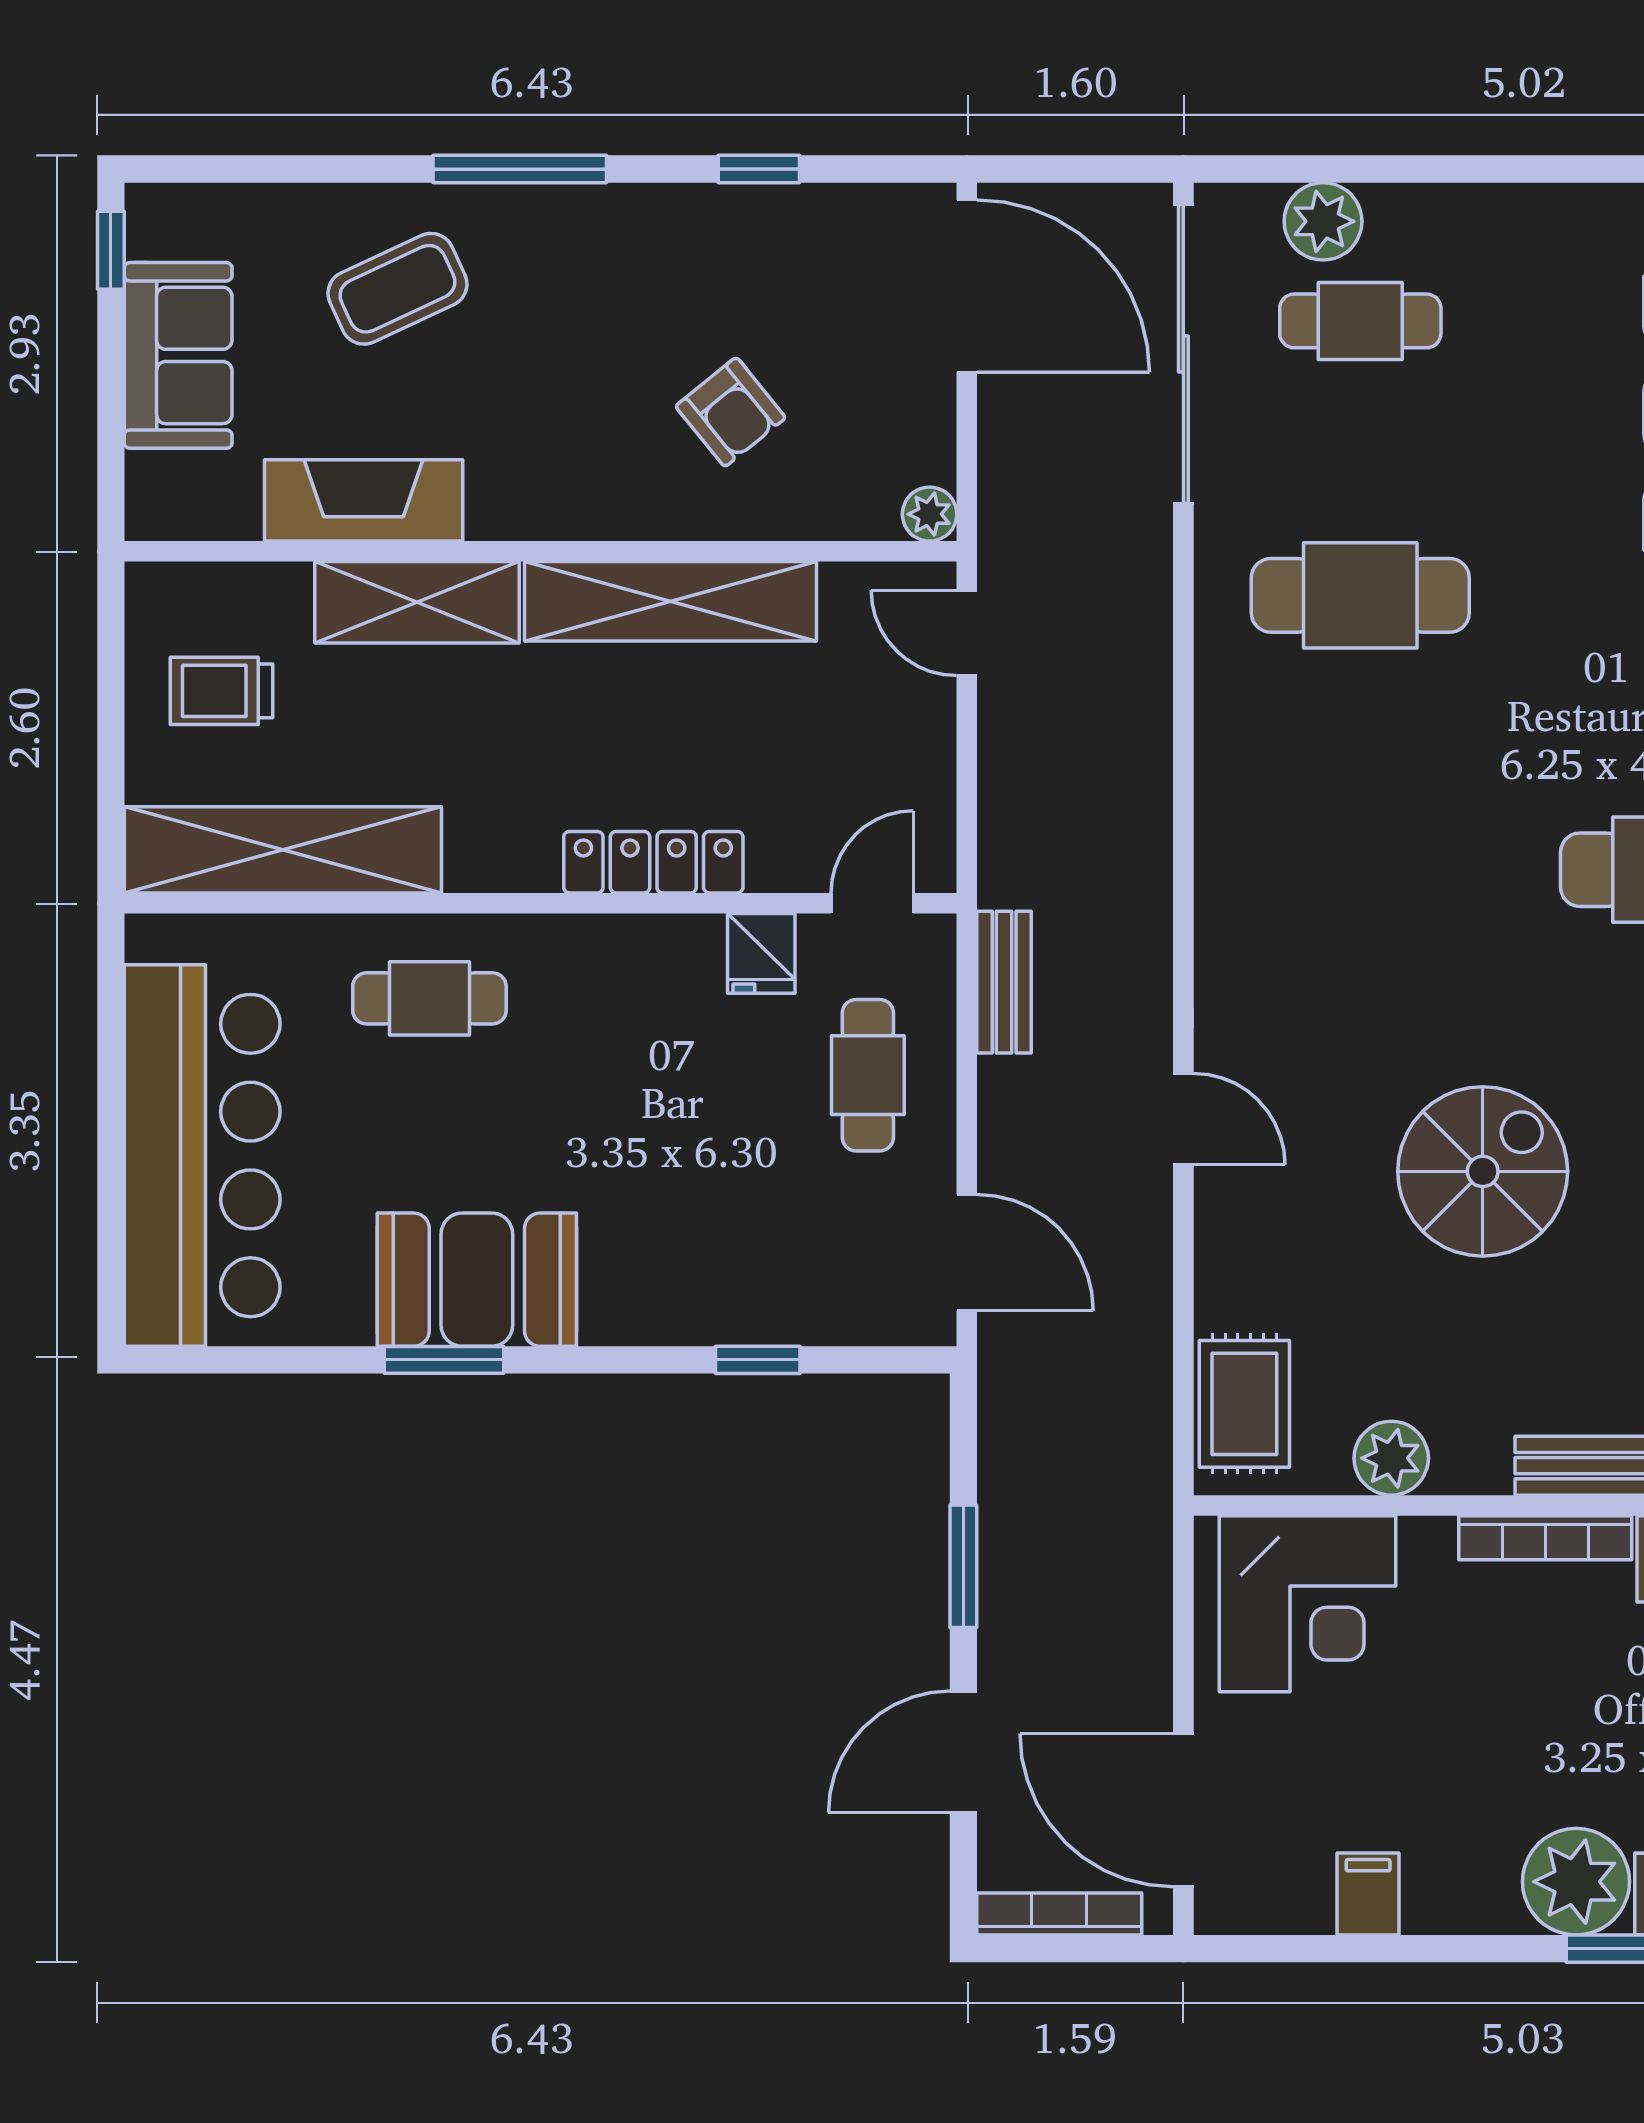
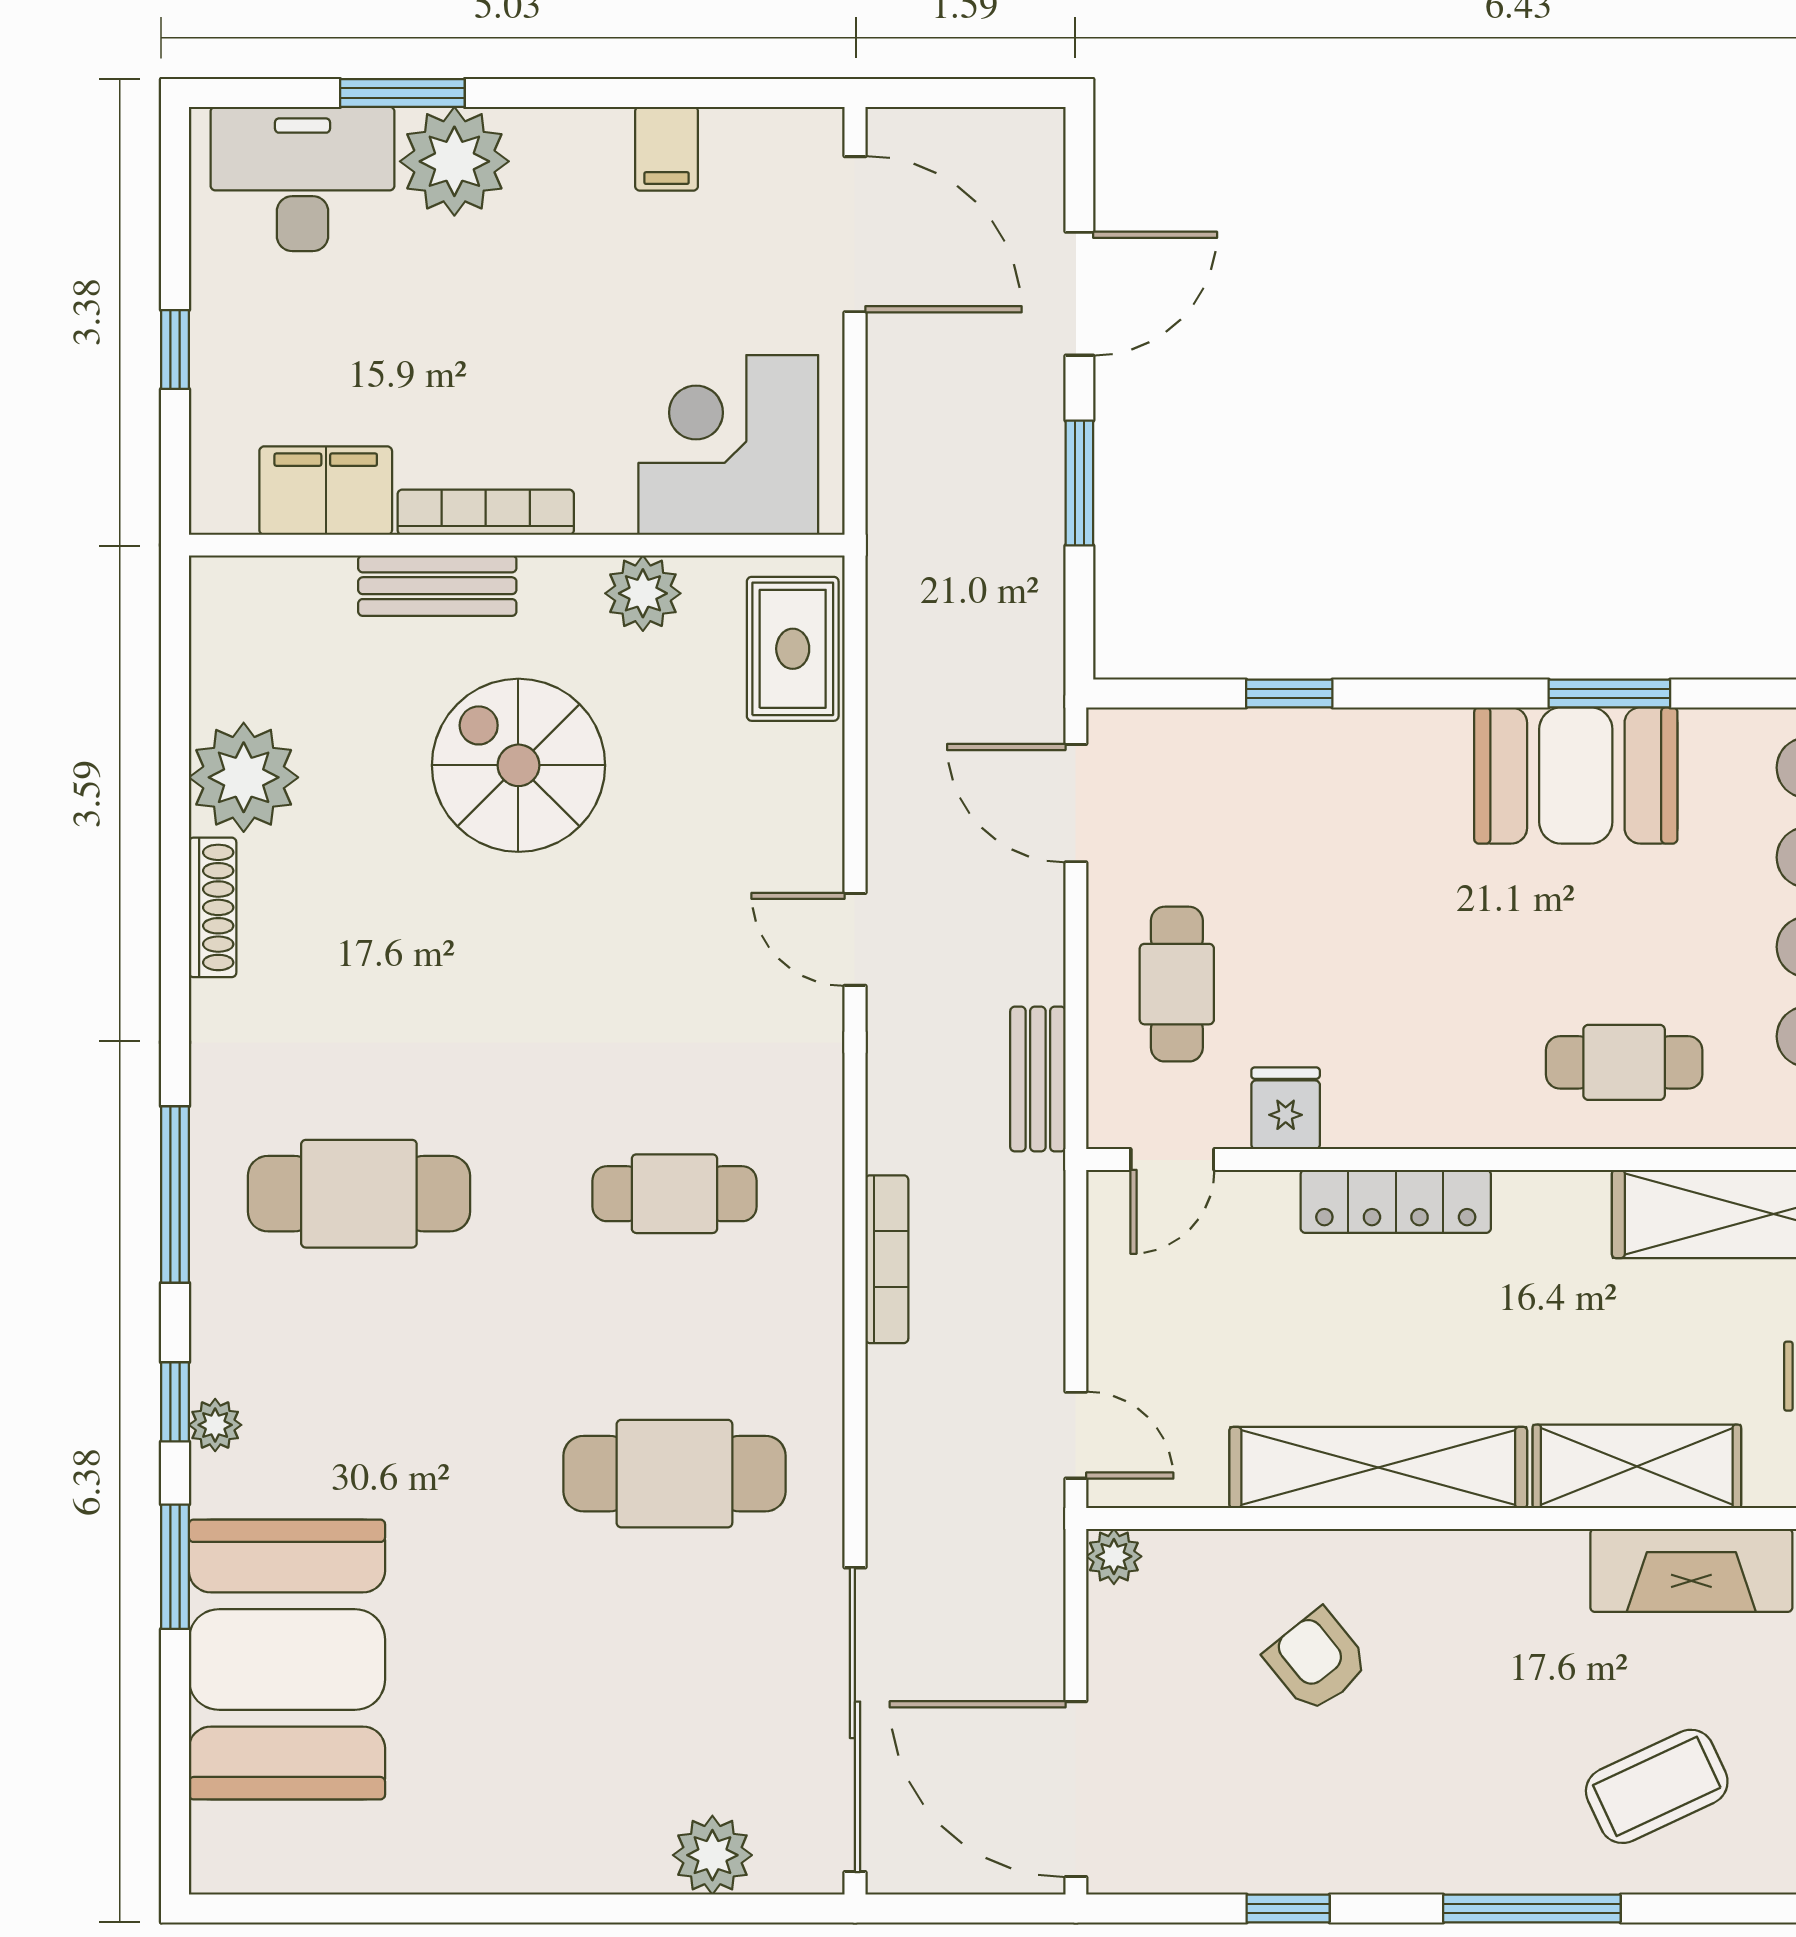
cafe table: (1360, 321) -> (674, 1194), moved
spiral stairs: (1483, 1171) -> (518, 765), moved, turned 90
bookcase: (1059, 1914) -> (887, 1259), moved, turned -90

